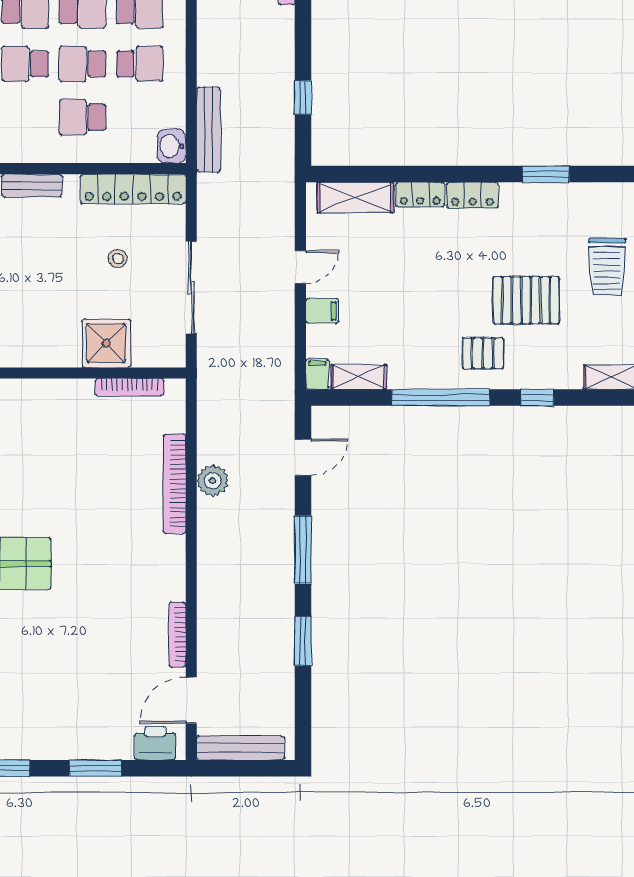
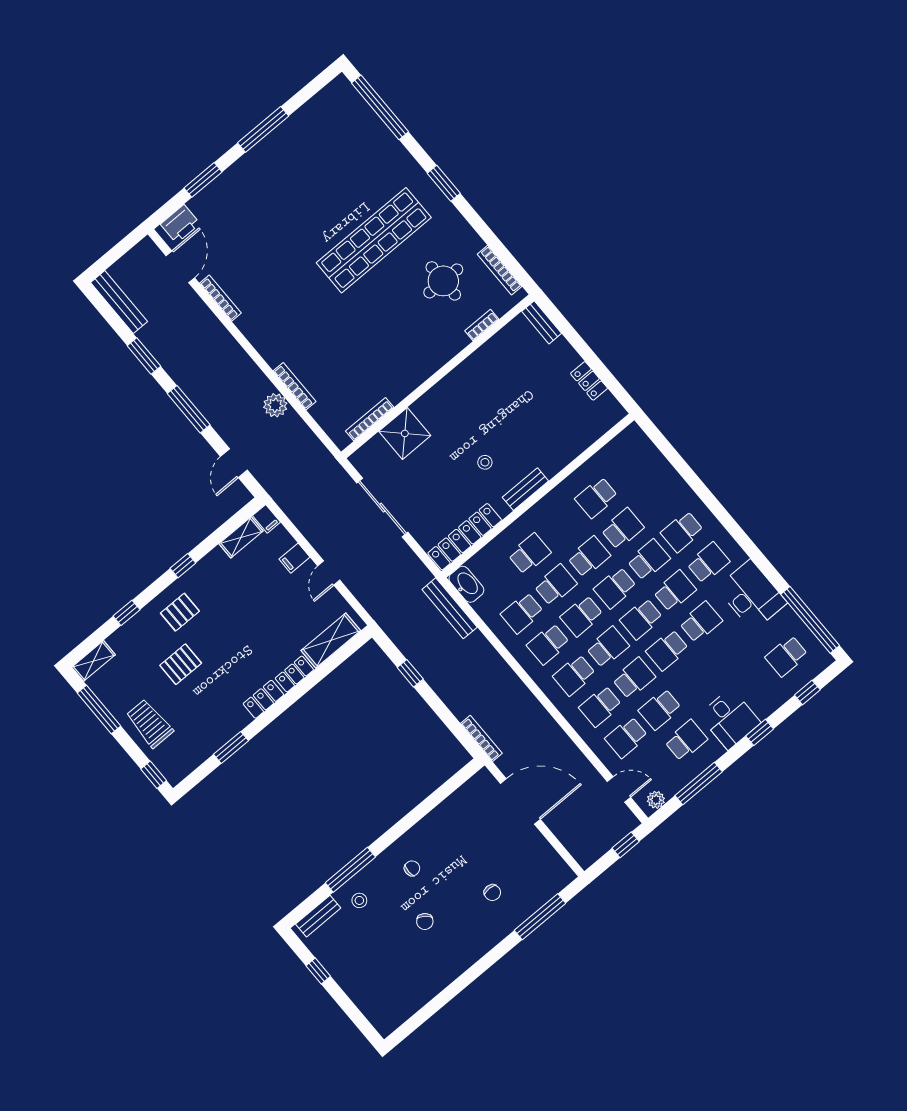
washbasin: (171, 146) -> (466, 584), width x1.38
stool: (118, 258) -> (485, 462), moved
pallet: (526, 300) -> (181, 664), width x0.67, depth x0.71
window: (441, 398) -> (183, 566), width x0.32
bookcase: (175, 484) -> (295, 386), width x0.68, depth x0.76
bench: (240, 748) -> (119, 302), moved, turned 90

